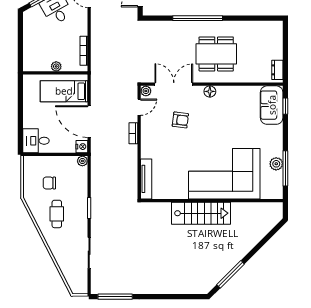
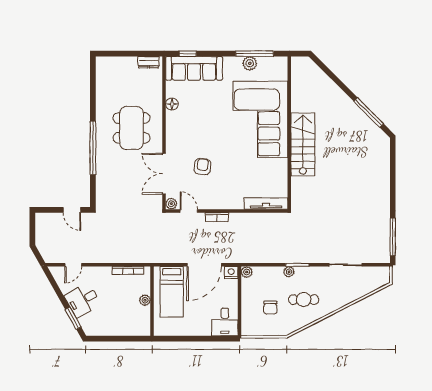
floor lamp: (210, 91) -> (172, 104), moved
sofa: (272, 105) -> (194, 68), width x1.36
plant: (83, 200) -> (289, 272), added

